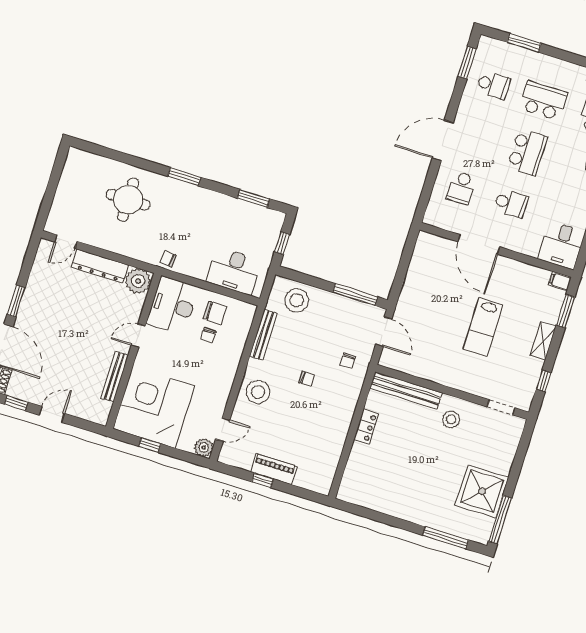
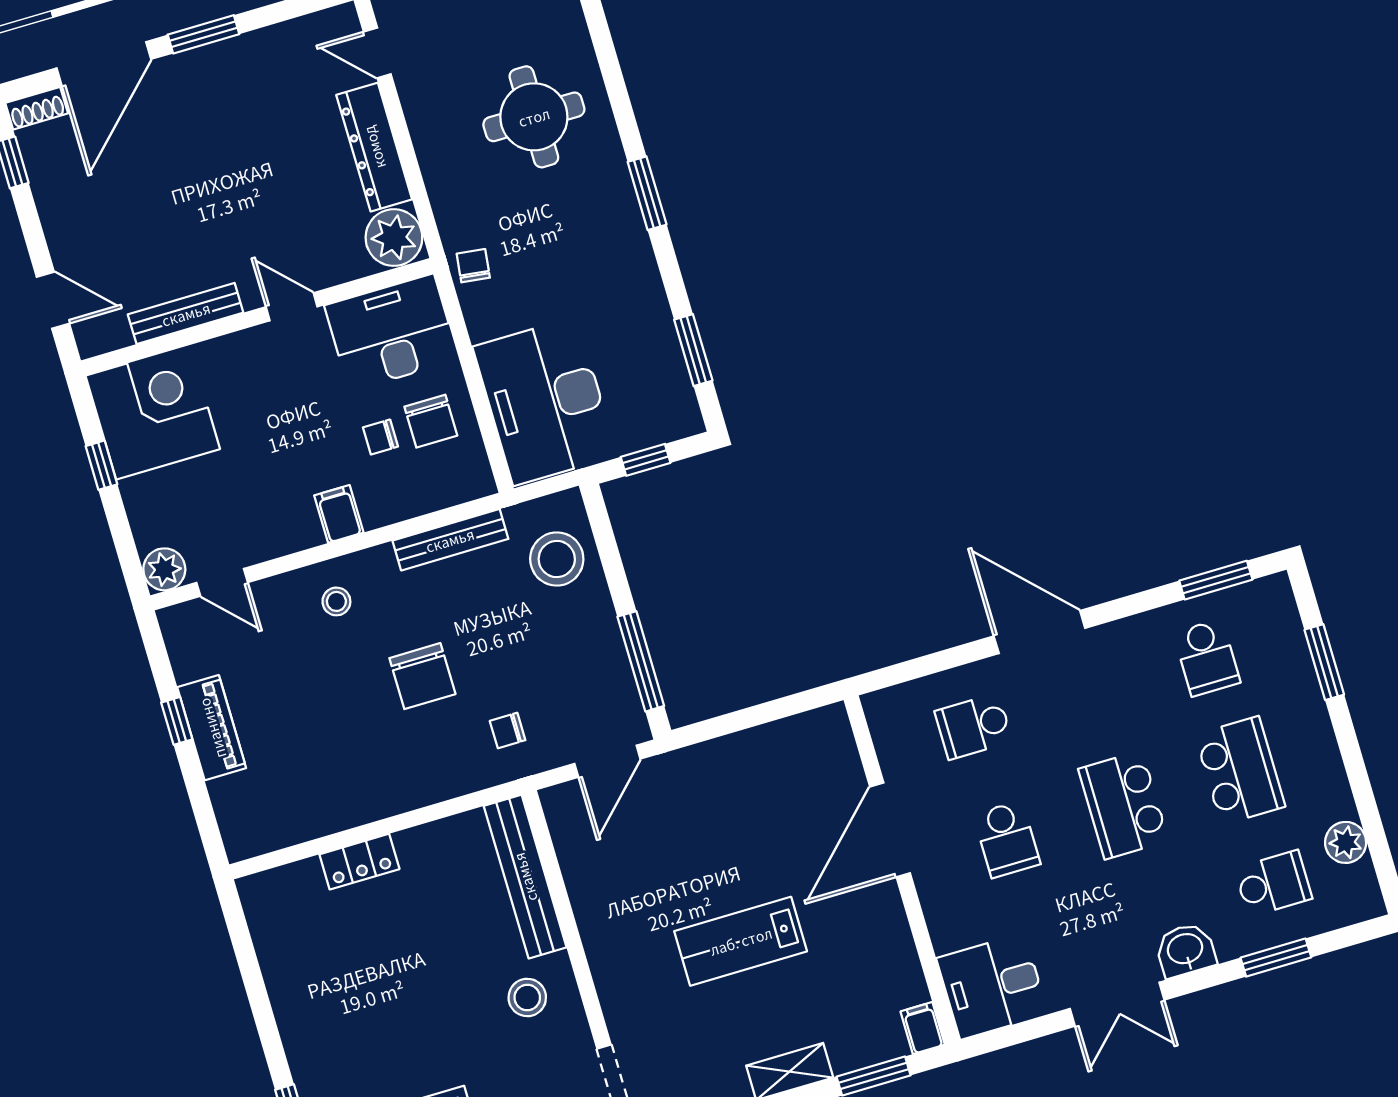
school desk: (527, 152) -> (1123, 805), turned 90
desk: (234, 271) -> (545, 401), width x1.36, depth x1.30
filing cabinet: (226, 370) -> (339, 514), added
chair: (307, 379) -> (422, 676), width x1.87, depth x1.87
stool: (258, 392) -> (336, 601), width x0.53, depth x0.53
corner desk: (154, 407) -> (153, 412), width x0.74, depth x0.74
door: (52, 414) -> (53, 300), moved
locker: (366, 427) -> (359, 862), moved

